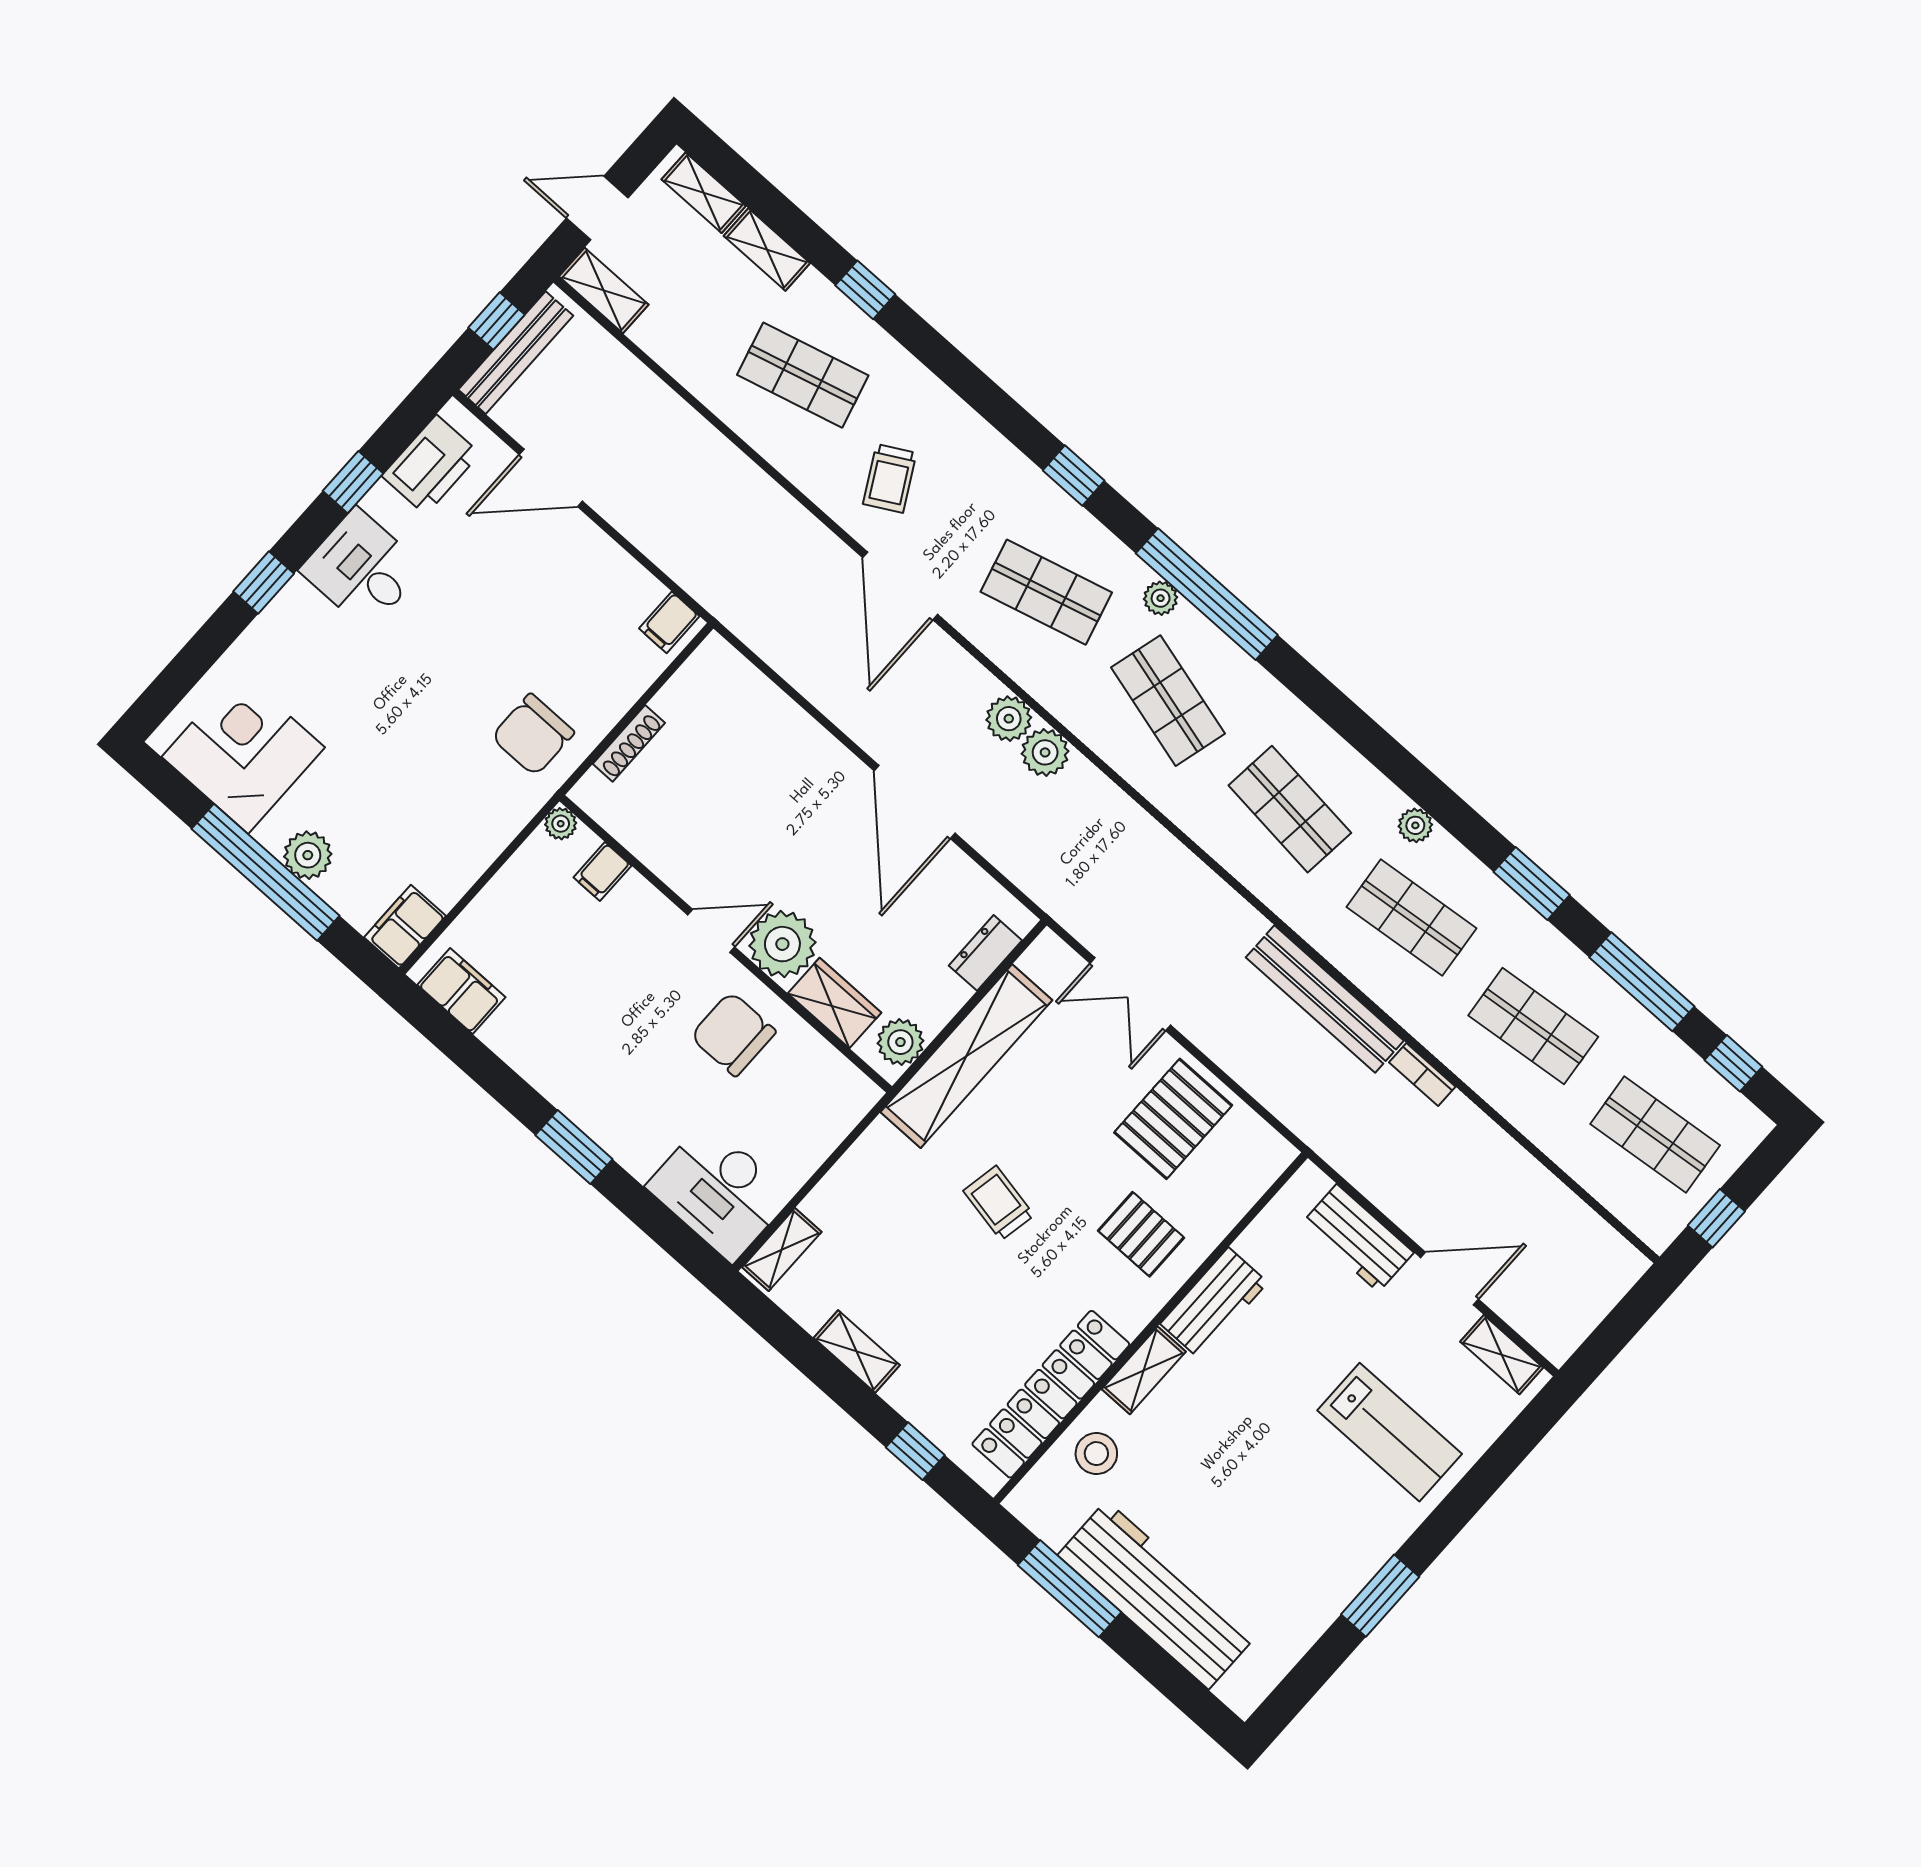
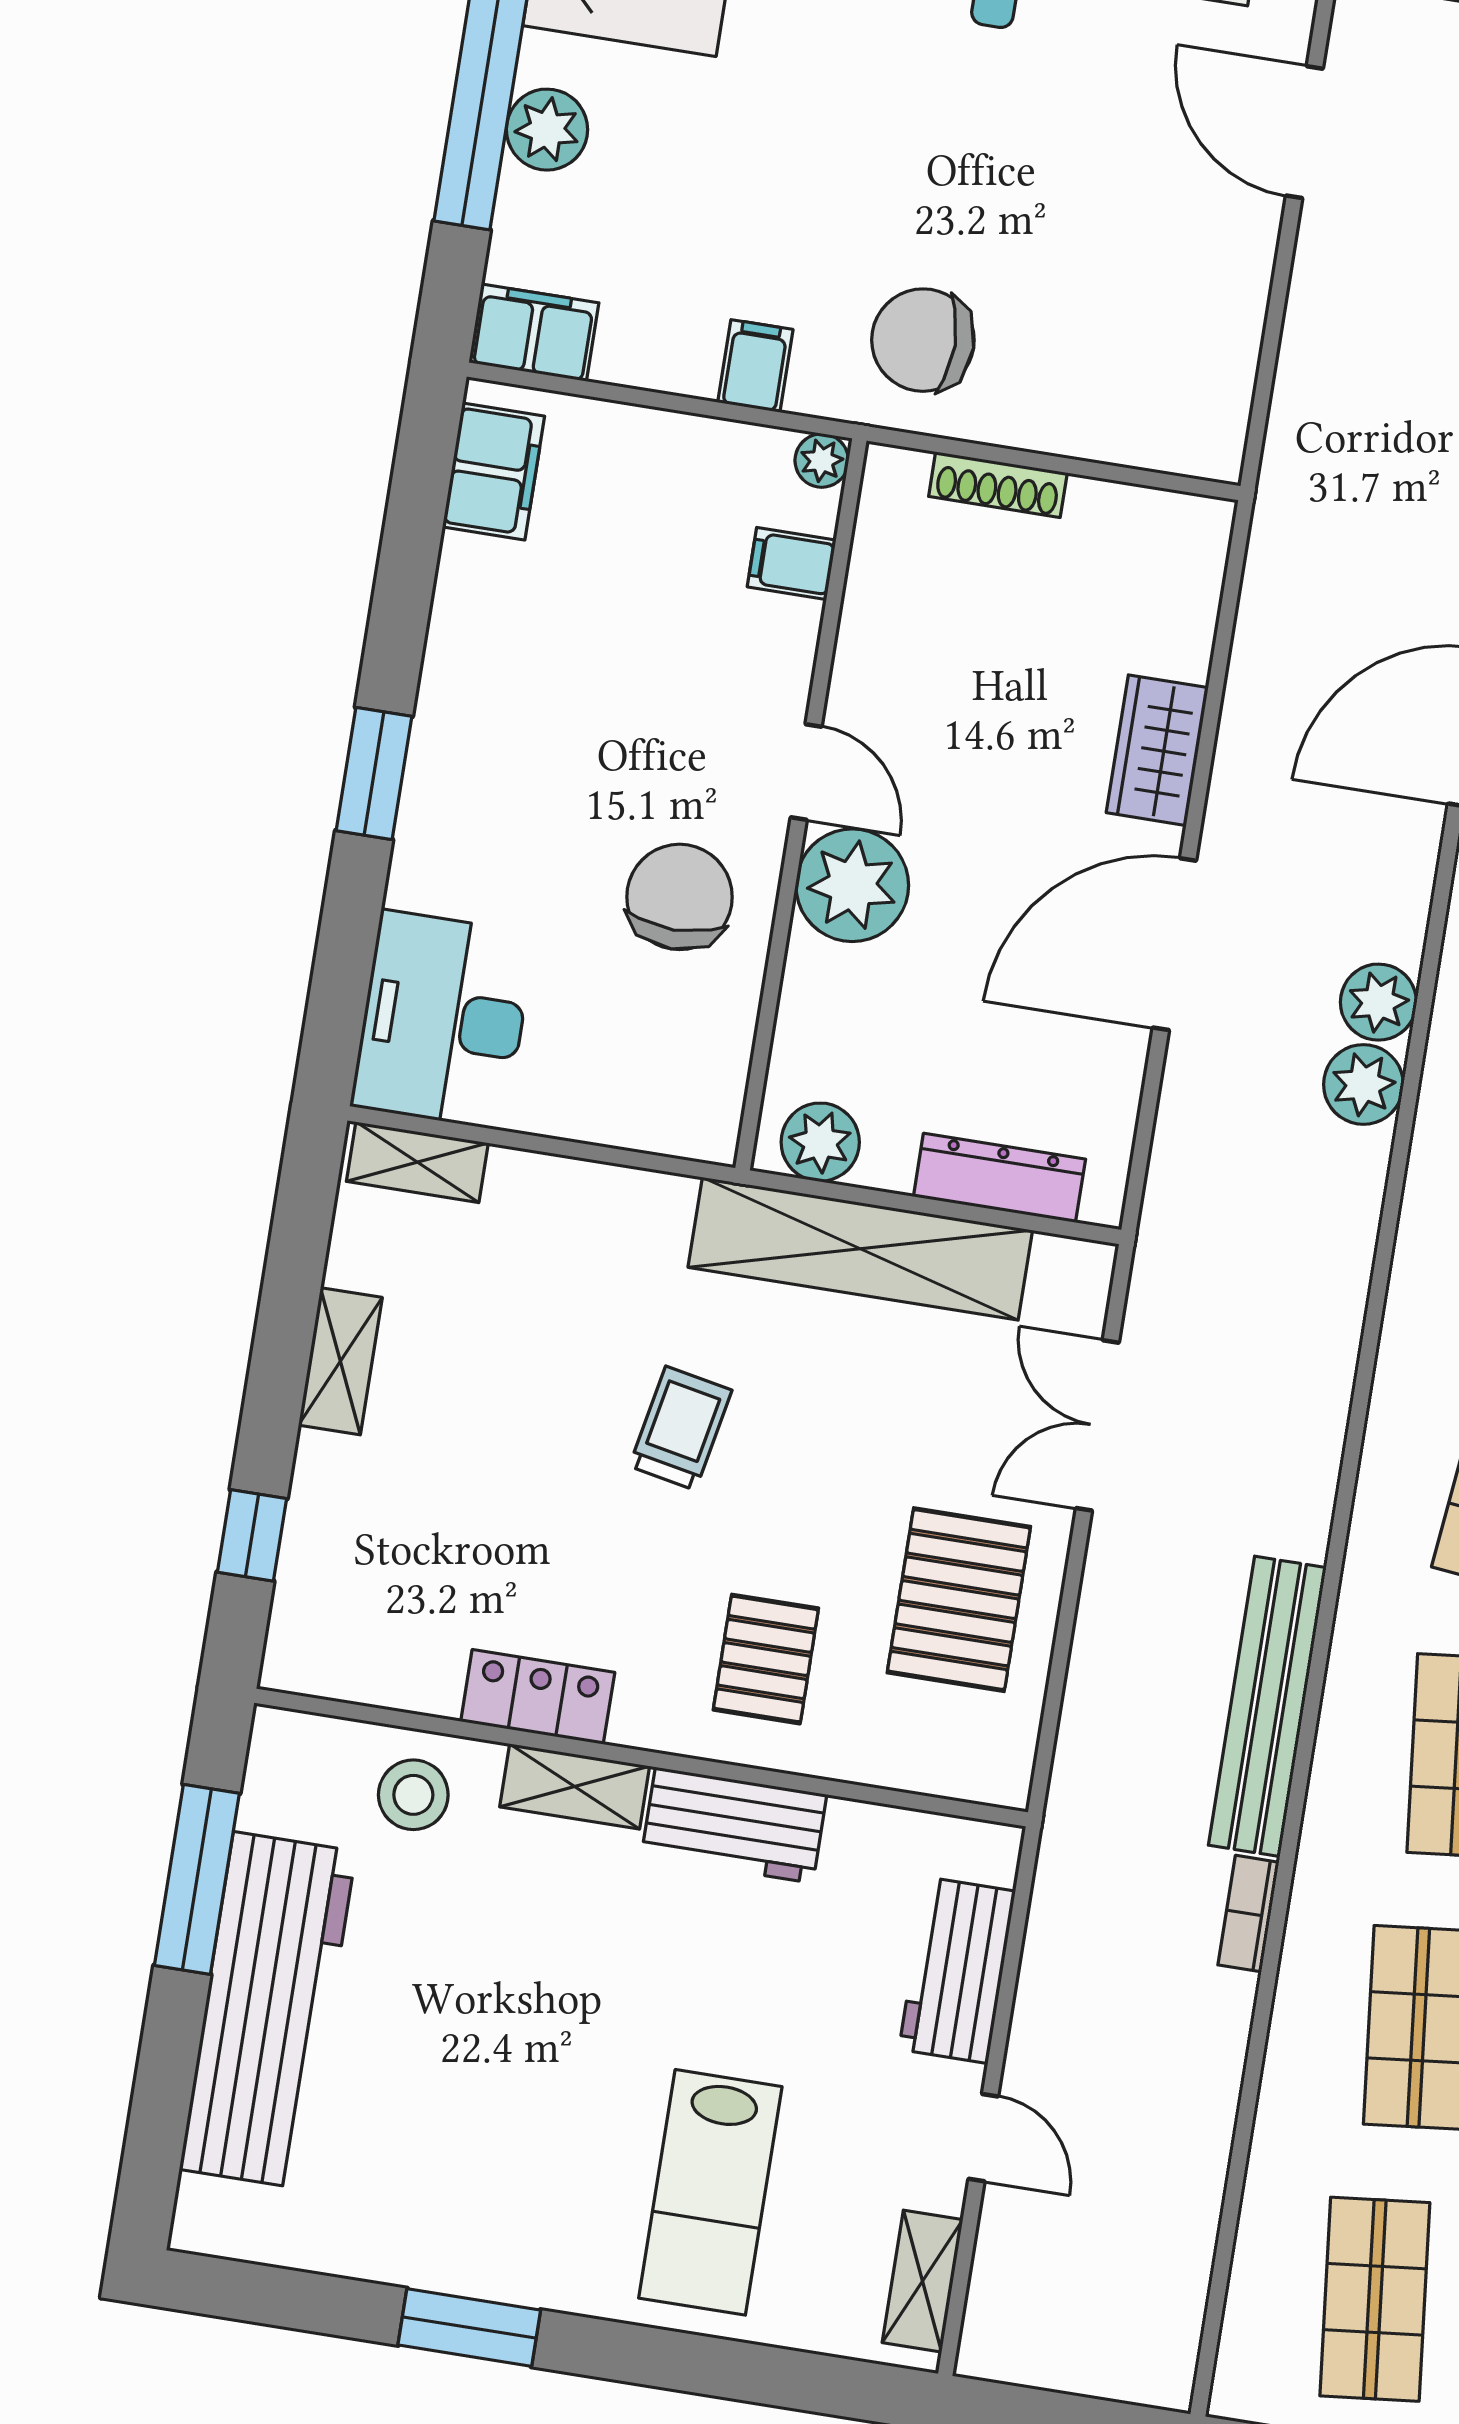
filing cabinet: (669, 622) -> (755, 366), moved, turned 90
dresser: (985, 953) -> (999, 1178), width x1.44
wardrobe: (835, 1003) -> (1157, 750), moved, turned 180
pallet: (1173, 1119) -> (959, 1600), turned 90
door: (1449, 1278) -> (983, 2138), width x0.73
locker: (1051, 1394) -> (538, 1697), width x0.46, depth x0.83

